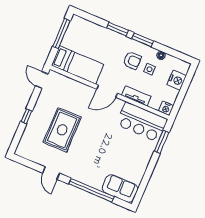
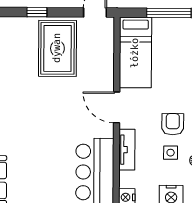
armchair: (132, 60) -> (173, 124), turned 180
rug: (62, 130) -> (57, 48), moved, turned 90

